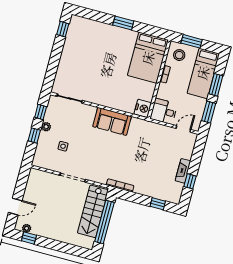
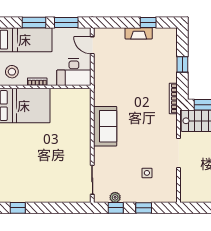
nightstand: (143, 108) -> (82, 96), removed
desk: (164, 111) -> (74, 72), width x1.37
plant: (46, 127) -> (115, 197), moved
window: (158, 204) -> (182, 64), moved

